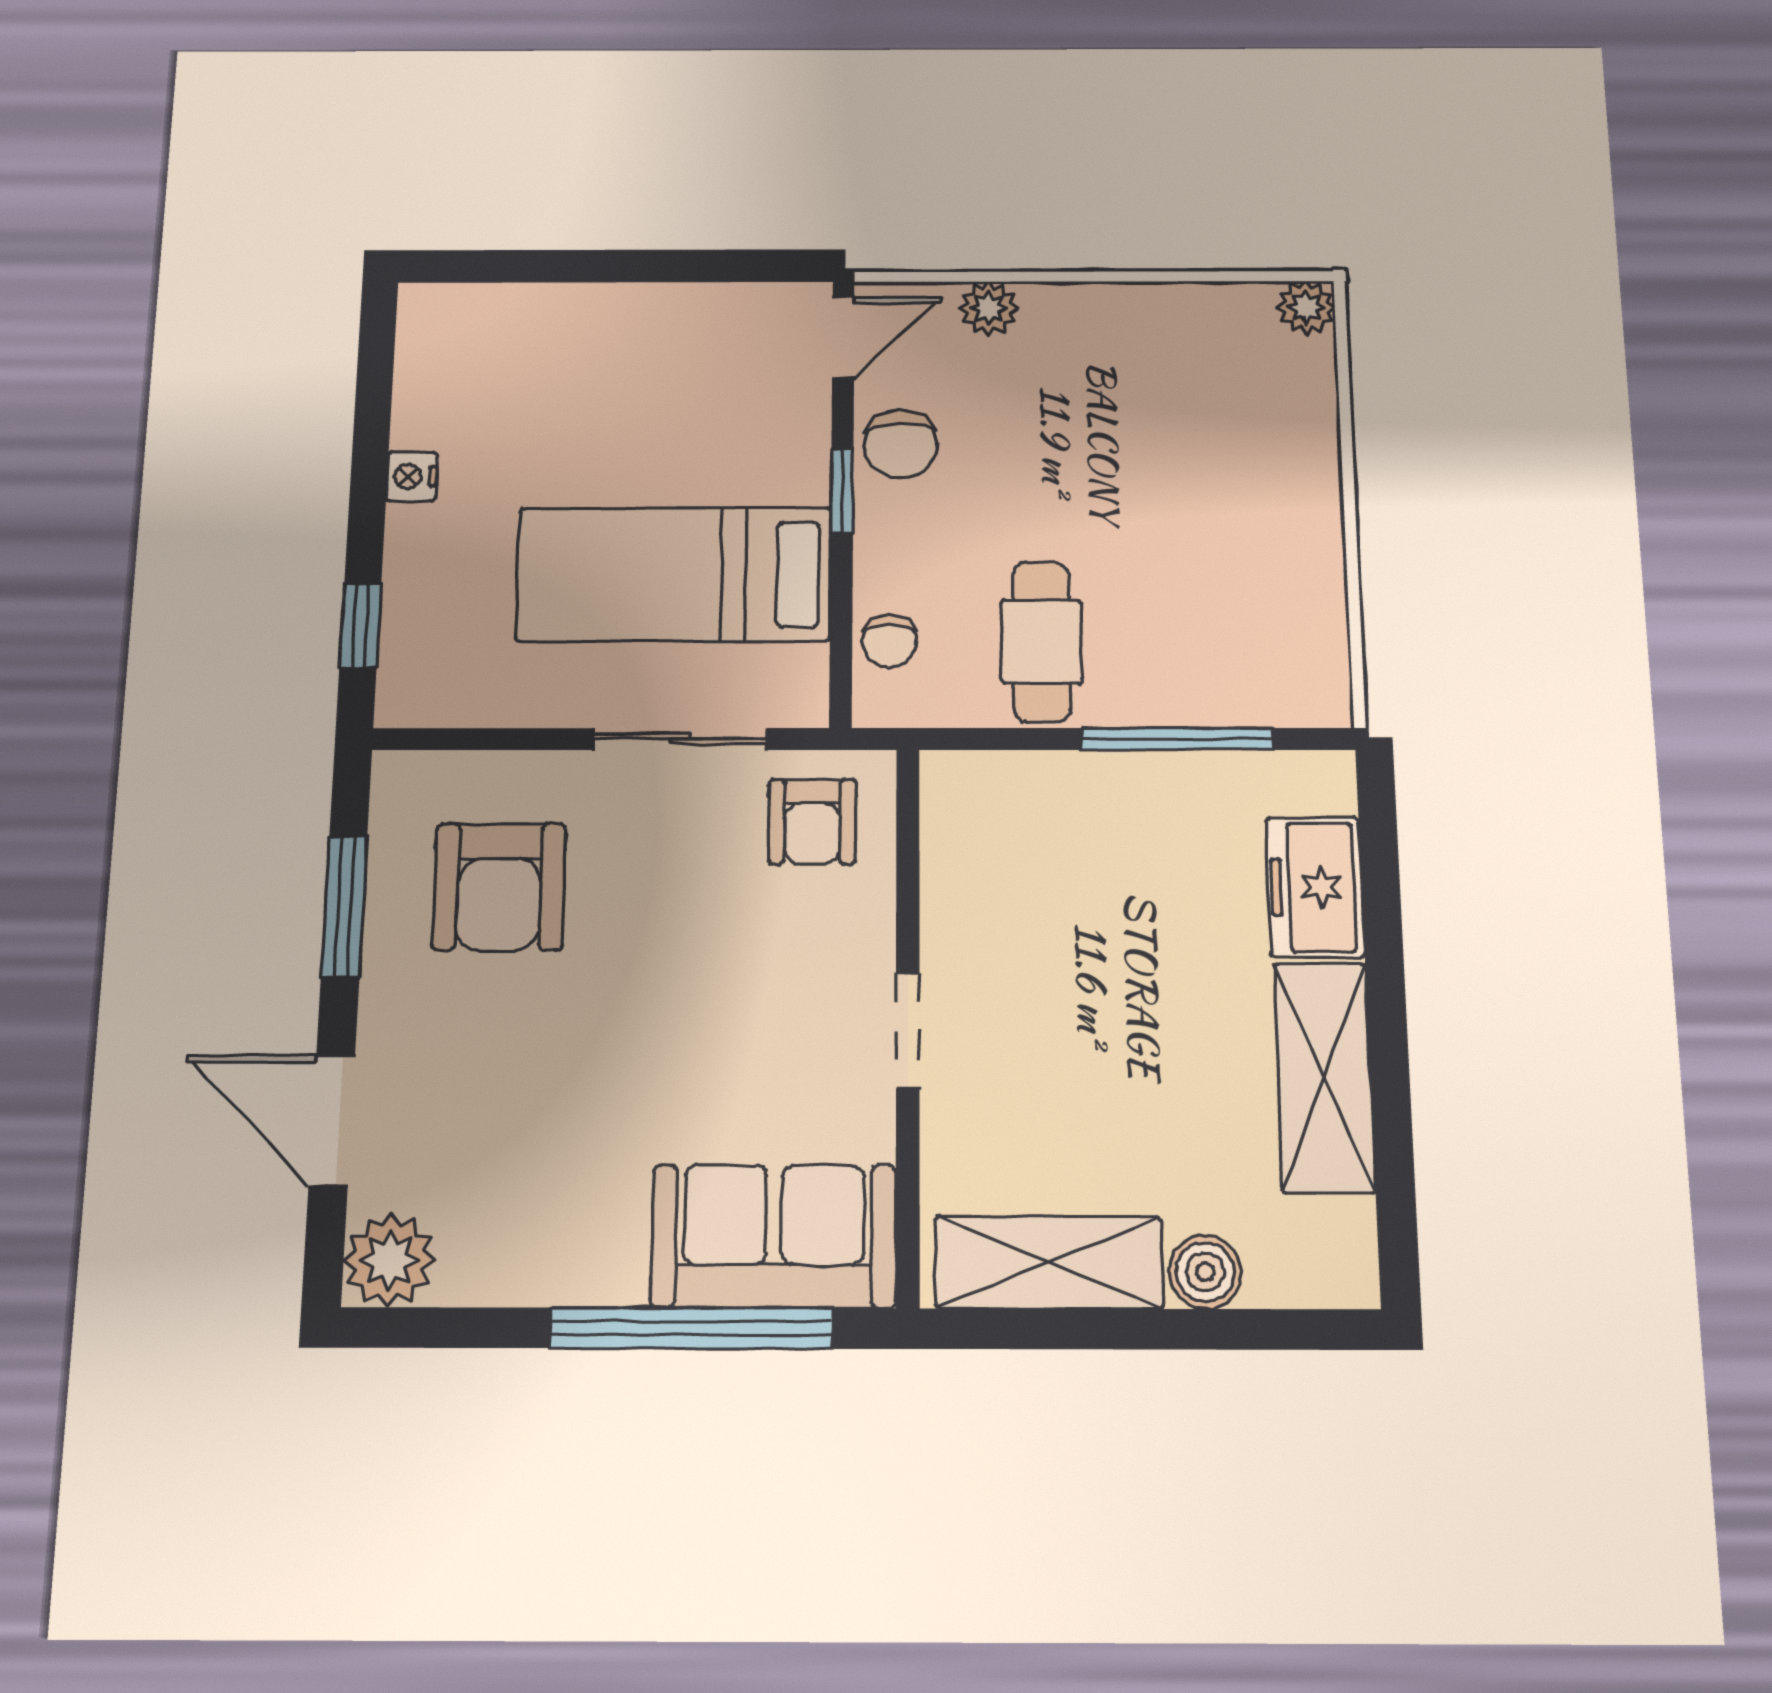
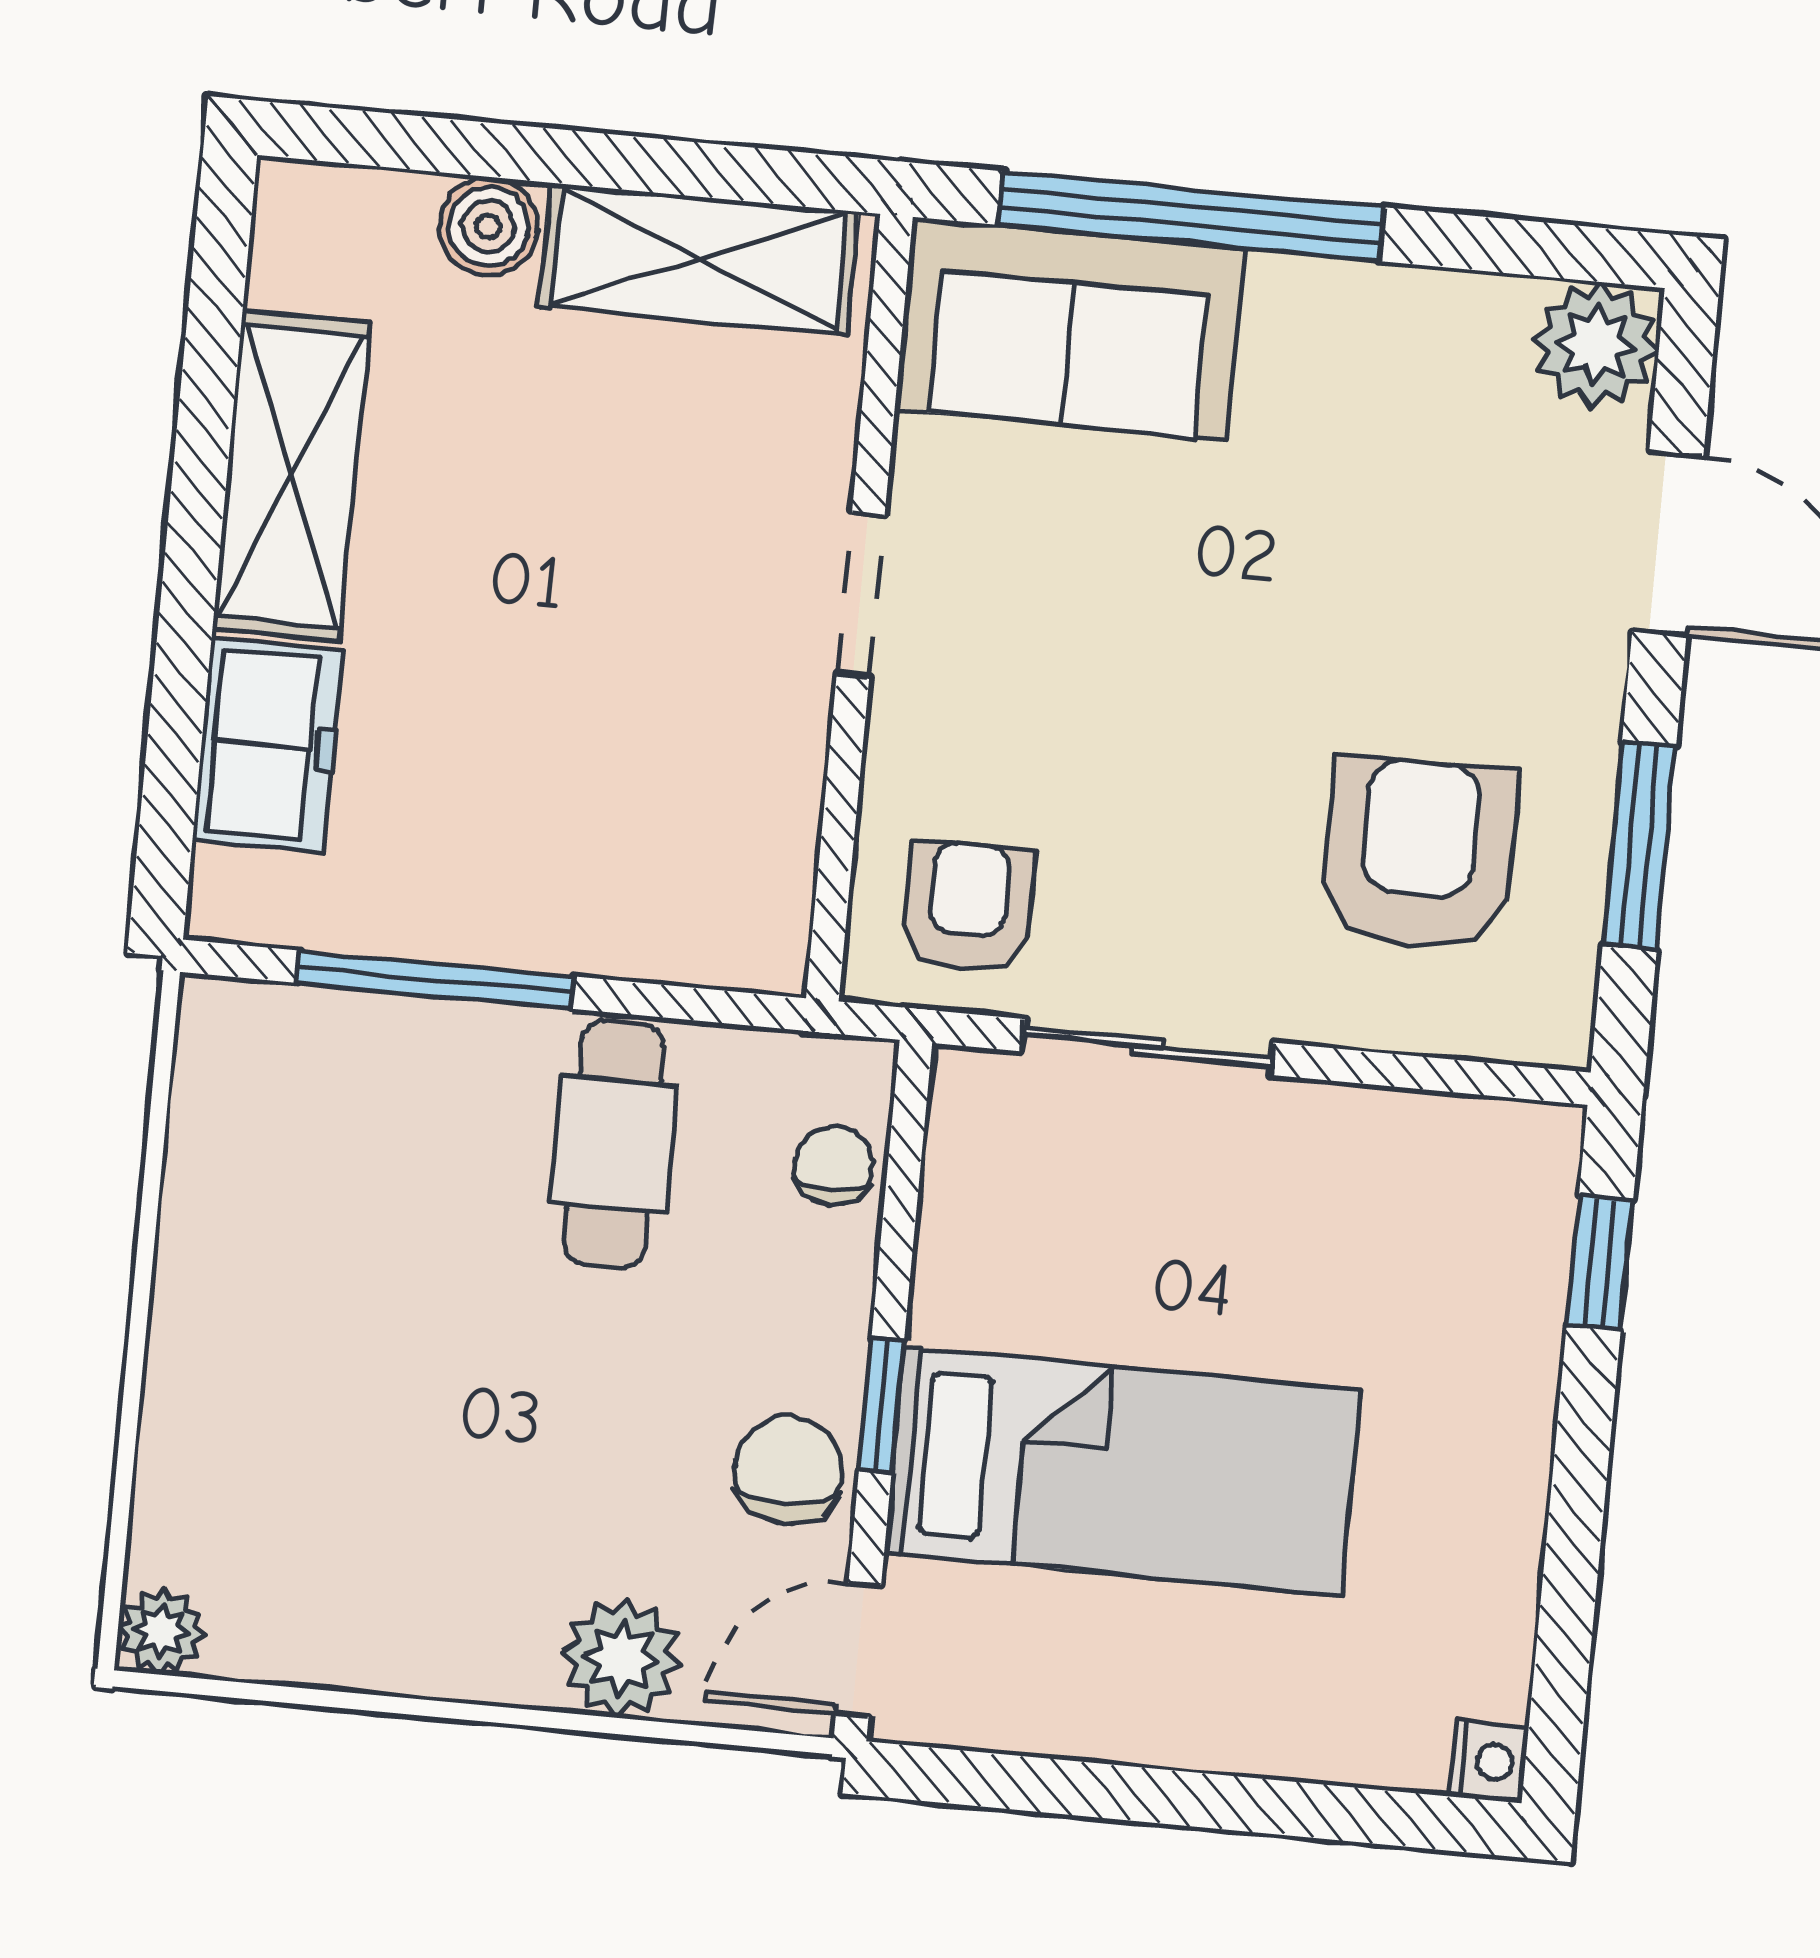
plant: (989, 308) -> (622, 1658), width x1.38, depth x1.38
nightstand: (412, 476) -> (1489, 1761), moved
bed: (674, 574) -> (1122, 1471), moved

